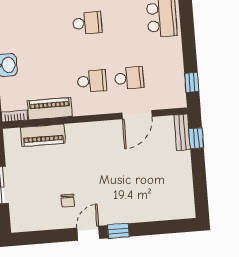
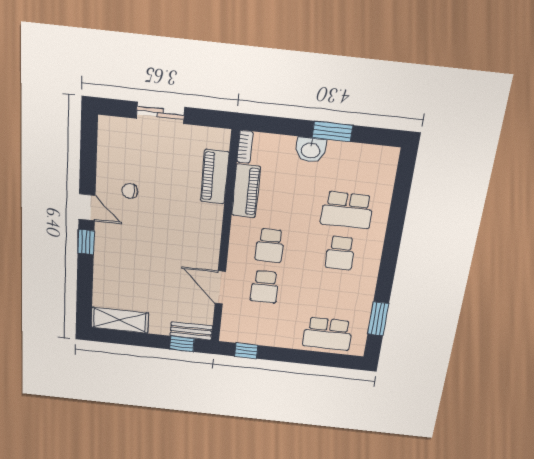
school desk: (50, 26) -> (347, 210), added
shelving: (184, 194) -> (120, 320), added

